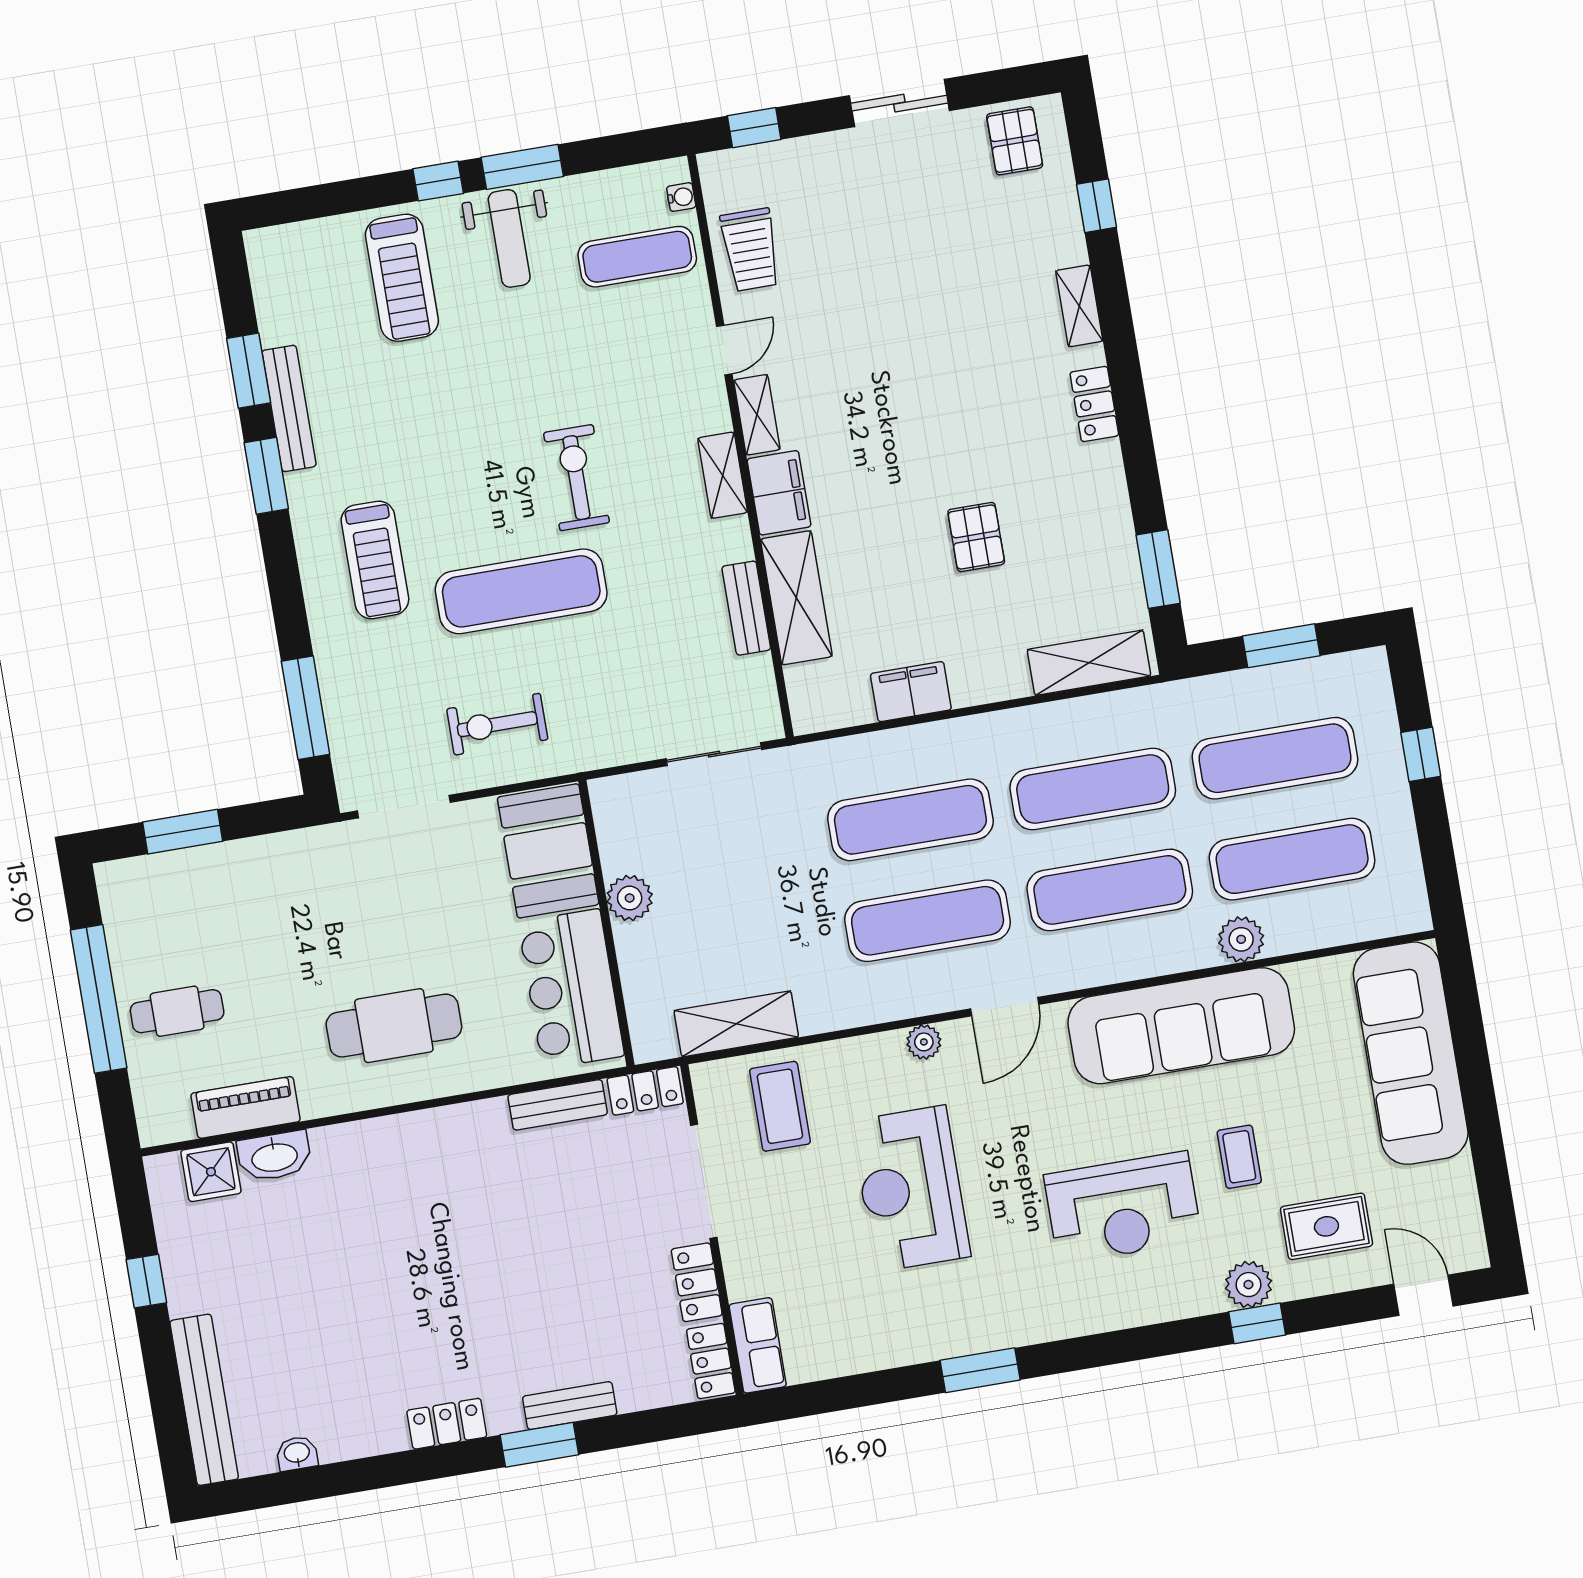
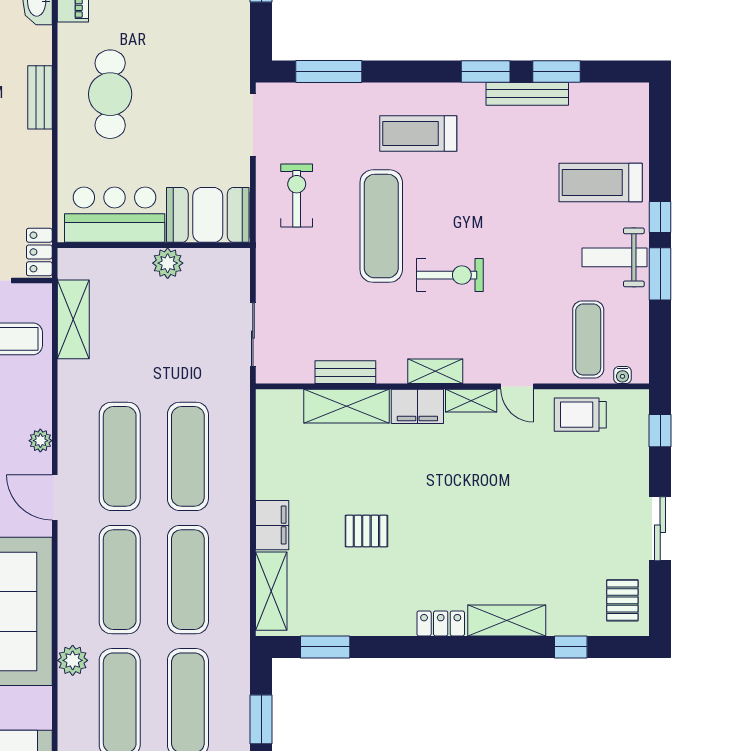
pallet: (1015, 141) -> (622, 600), turned 90
shelving: (1079, 306) -> (507, 620), width x1.50, depth x1.33
filing cabinet: (911, 692) -> (272, 525), moved
bench: (558, 1105) -> (40, 97), moved

